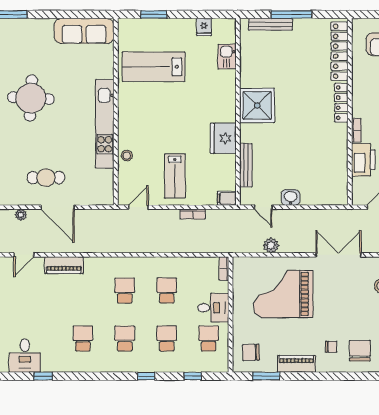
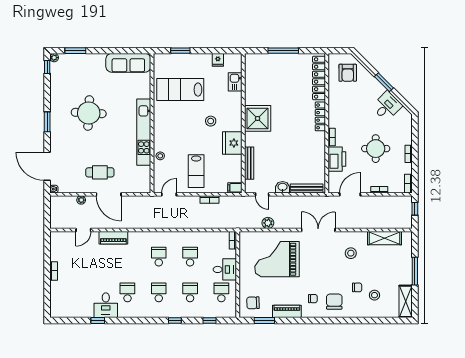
bench: (271, 24) -> (307, 189), moved
stool: (194, 109) -> (211, 121), added
desk: (25, 356) -> (106, 305), moved

